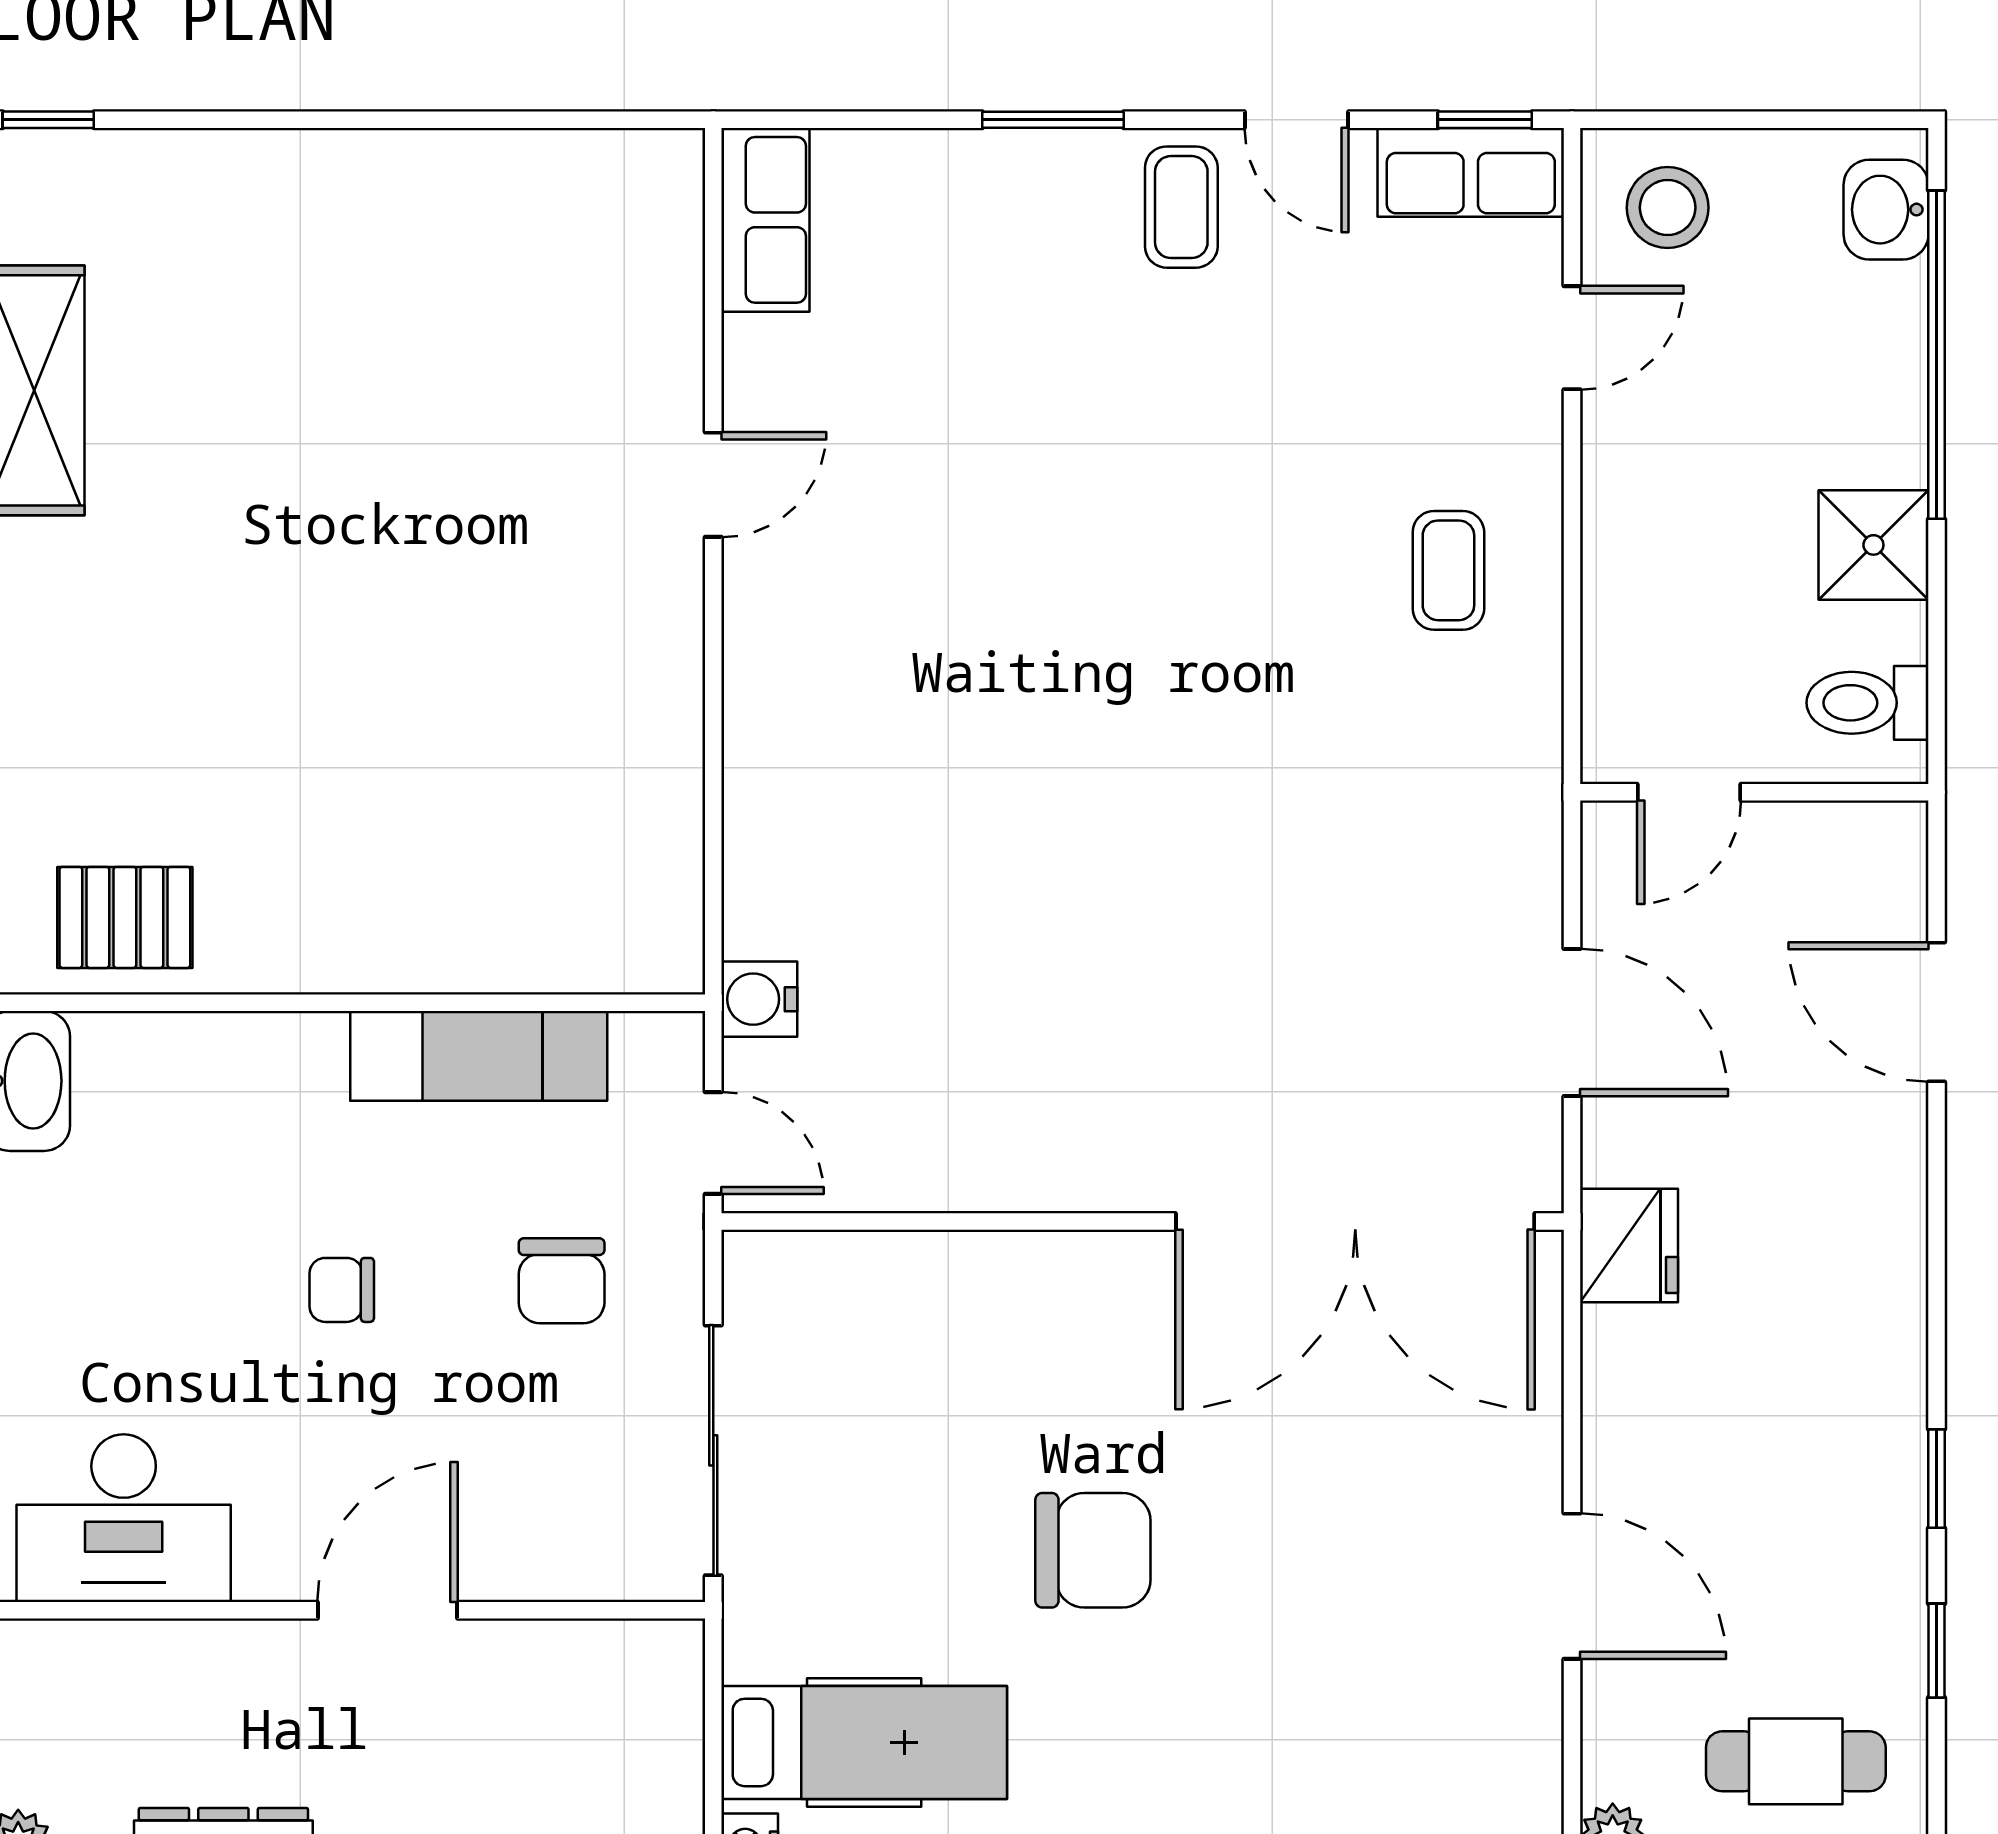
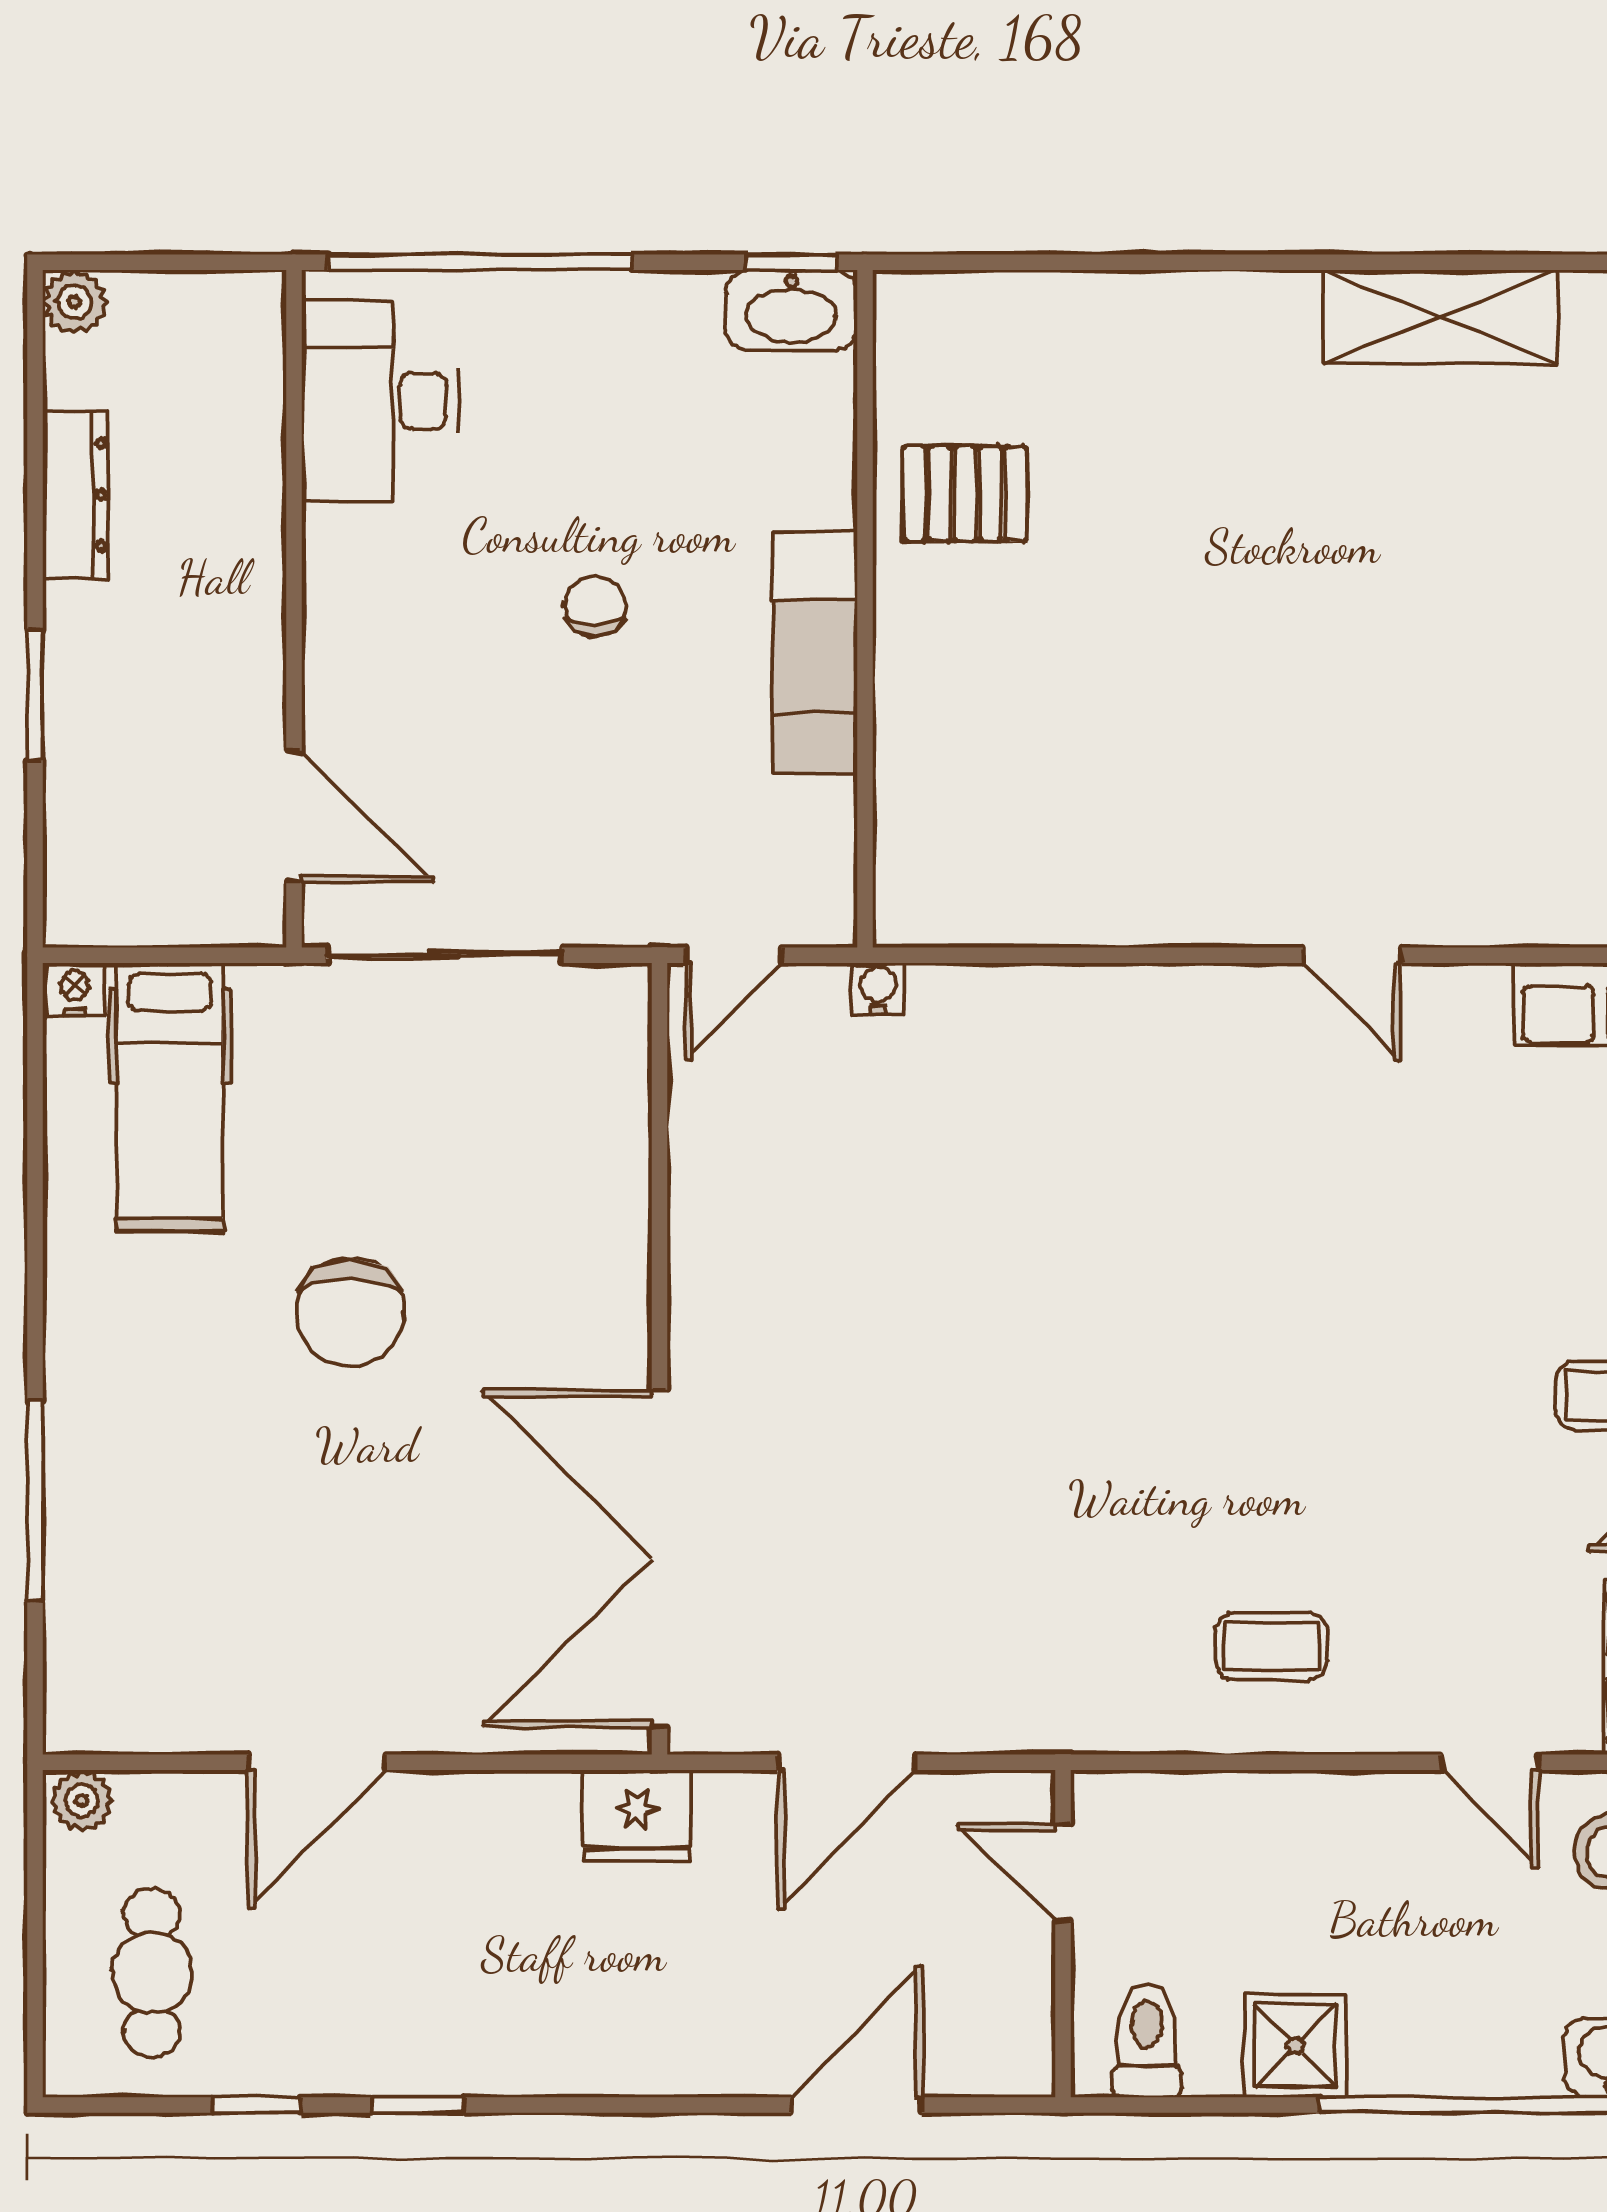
pallet: (125, 917) -> (965, 494), moved, turned 90
water cooler: (759, 999) -> (878, 989), width x0.72, depth x0.72
exam couch: (479, 1056) -> (815, 653), moved
chair: (562, 1281) -> (604, 813), removed
door: (388, 1610) -> (294, 817), moved

